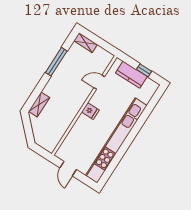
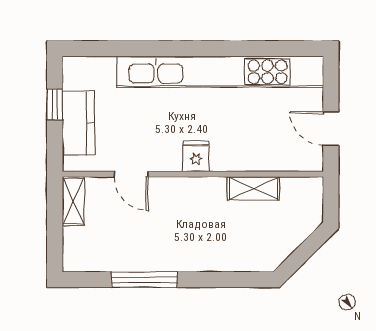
shelving: (86, 43) -> (73, 201), moved
shelving: (39, 104) -> (253, 188), moved
door: (68, 169) -> (331, 128), swing flipped

